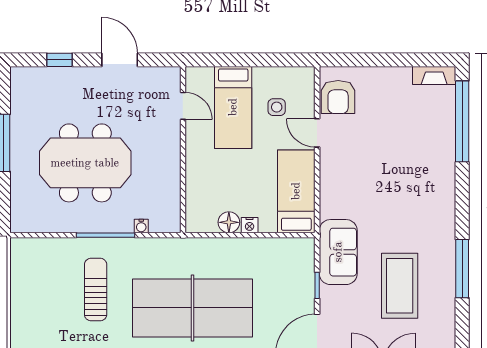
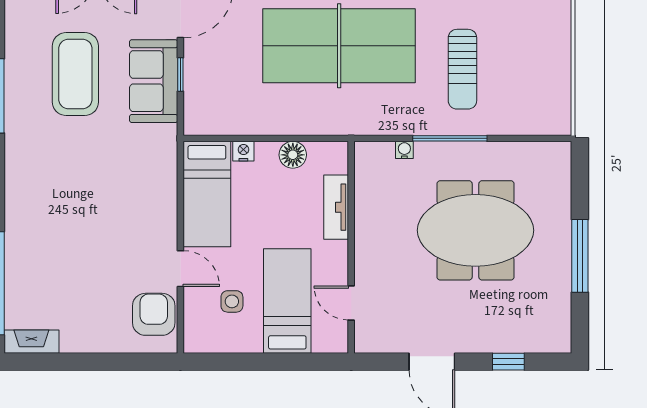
tv unit: (195, 181) -> (336, 207), added
nightstand: (250, 225) -> (243, 151), moved
sofa: (338, 252) -> (154, 81), moved

